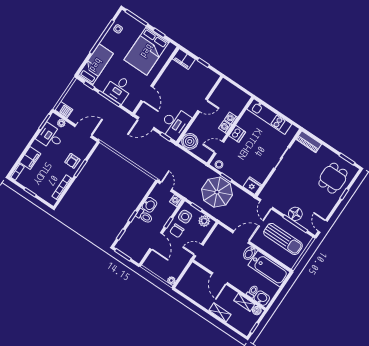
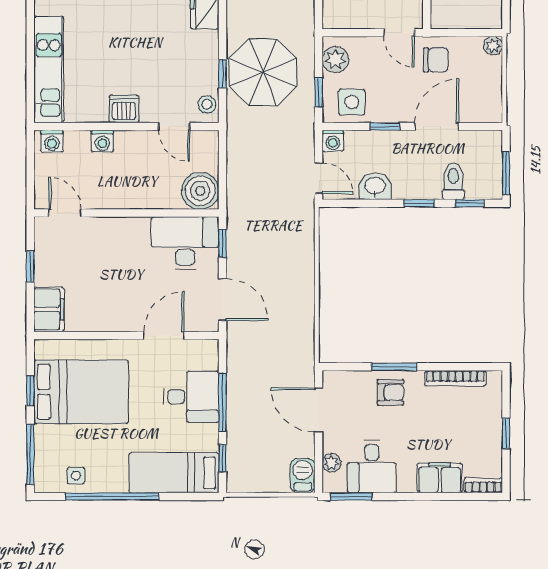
door: (203, 105) -> (65, 213), moved
washing machine: (225, 127) -> (52, 141), moved
door: (166, 187) -> (319, 178), swing flipped
toilet: (144, 216) -> (453, 181), moved
chair: (177, 231) -> (436, 60), moved

